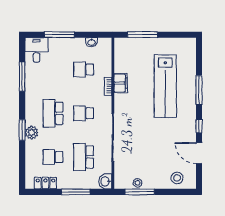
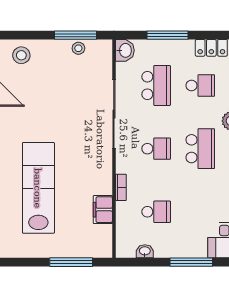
filing cabinet: (121, 83) -> (103, 210), moved

